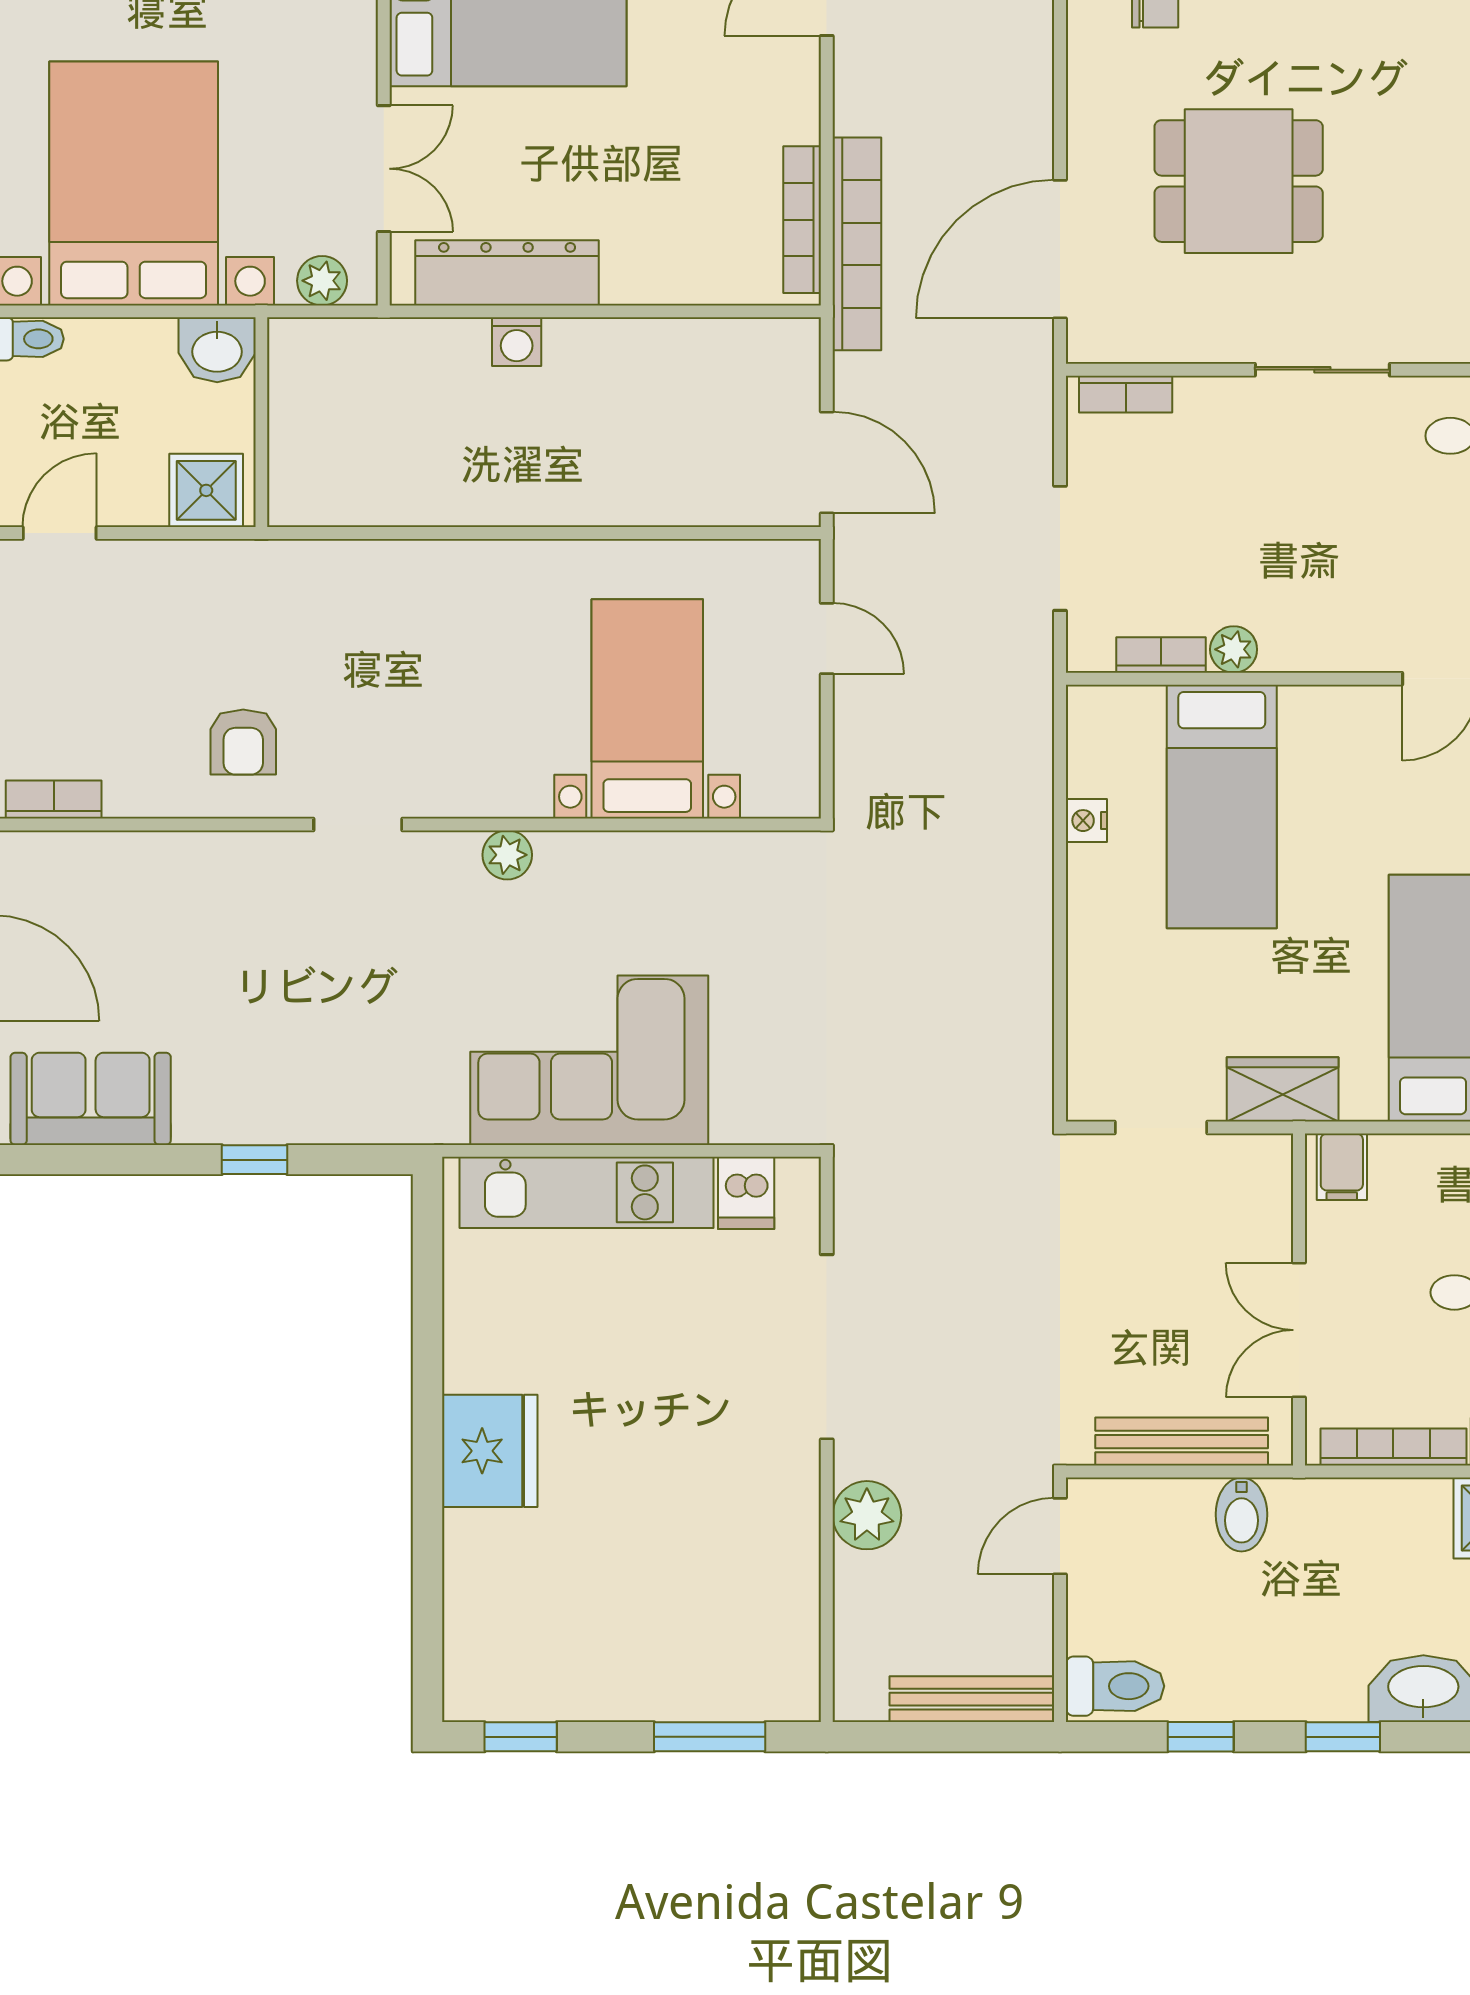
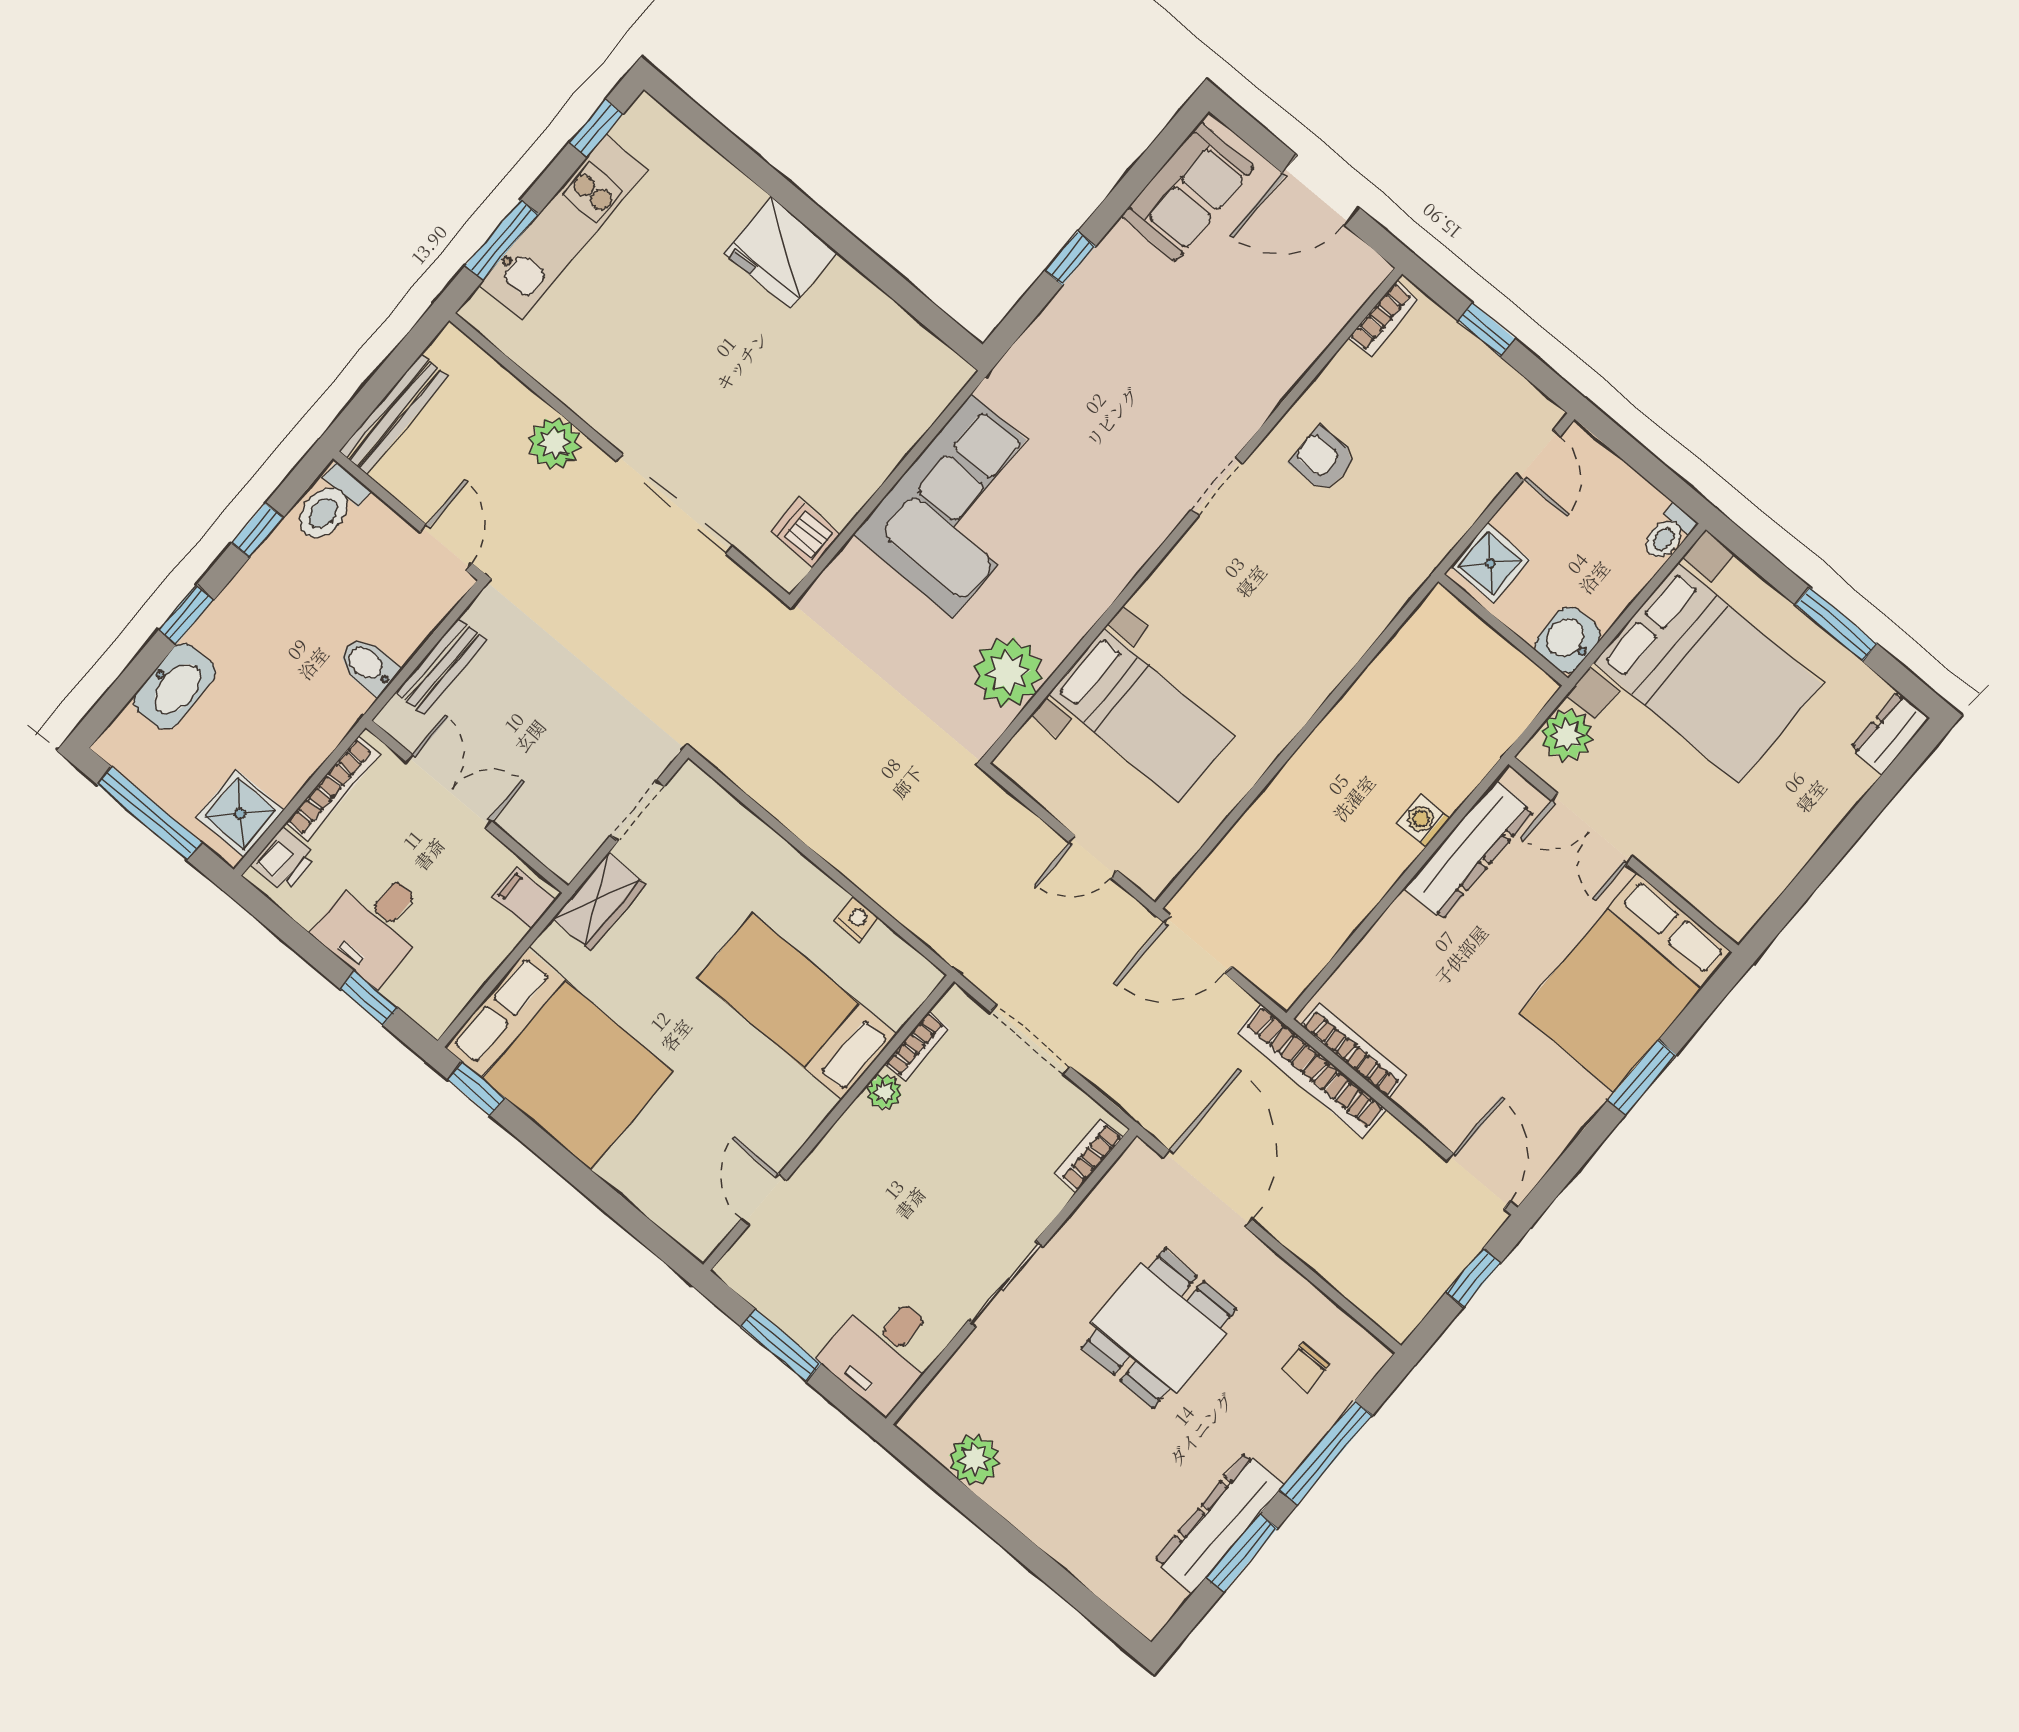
plant: (322, 281) -> (1567, 735), width x1.38, depth x1.38
plant: (507, 855) -> (1008, 672), moved, width x1.87, depth x1.87
kitchen unit: (587, 1192) -> (564, 227), moved, turned 180
bench: (1182, 1442) -> (441, 666), width x0.73

